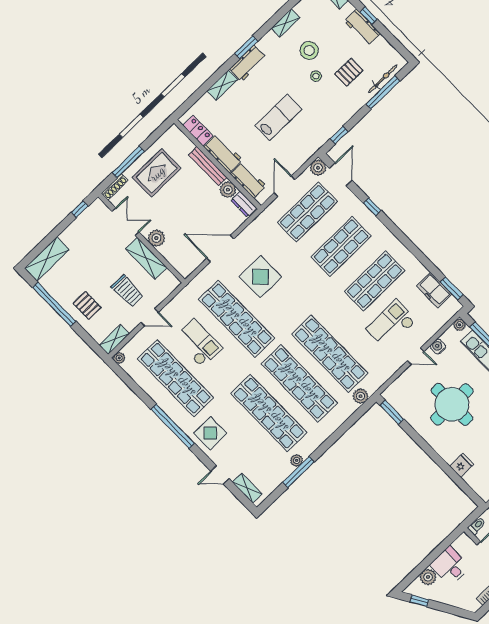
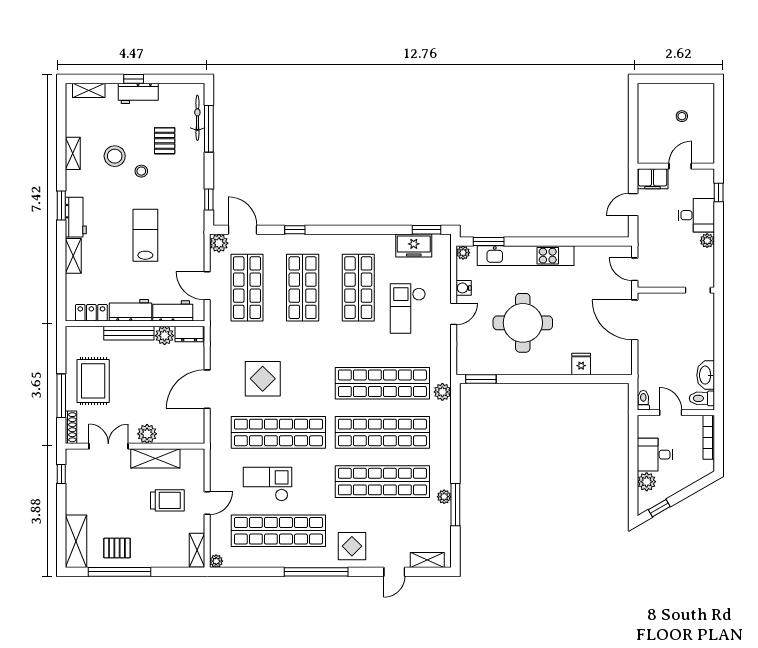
pallet: (87, 305) -> (117, 548), moved

